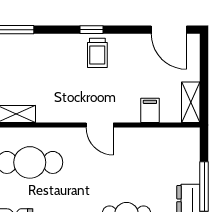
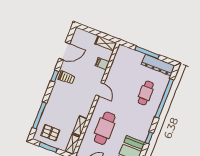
door: (169, 30) -> (64, 51), moved
door: (100, 125) -> (100, 89), hinge flipped

